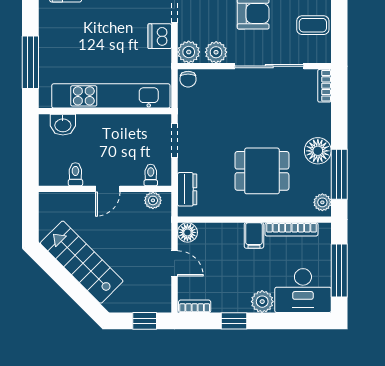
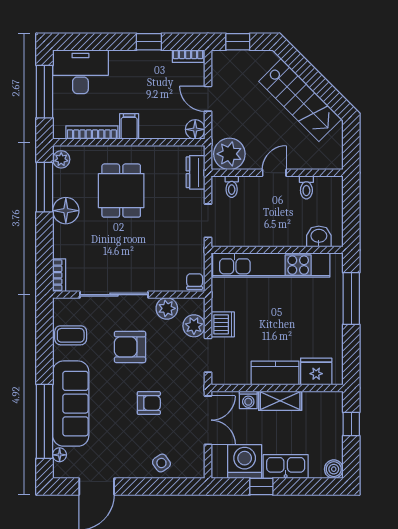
plant: (189, 52) -> (194, 326), moved
dining table: (262, 171) -> (121, 191), turned 90
plant: (153, 200) -> (229, 154), width x1.88, depth x1.88
plant: (262, 302) -> (121, 61), removed

